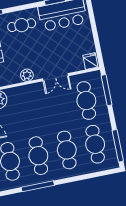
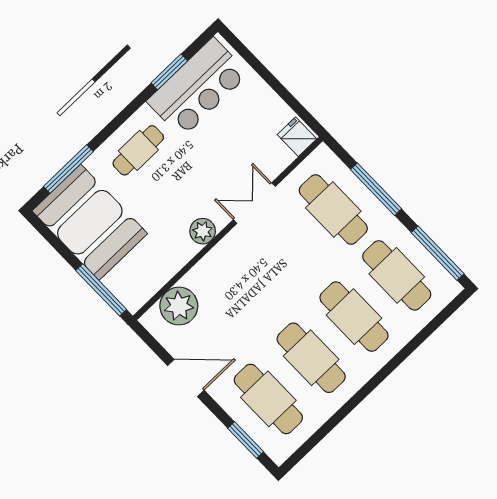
double door: (55, 77) -> (254, 203), swing flipped
window: (107, 90) -> (376, 189), moved
window: (38, 186) -> (344, 411), removed

